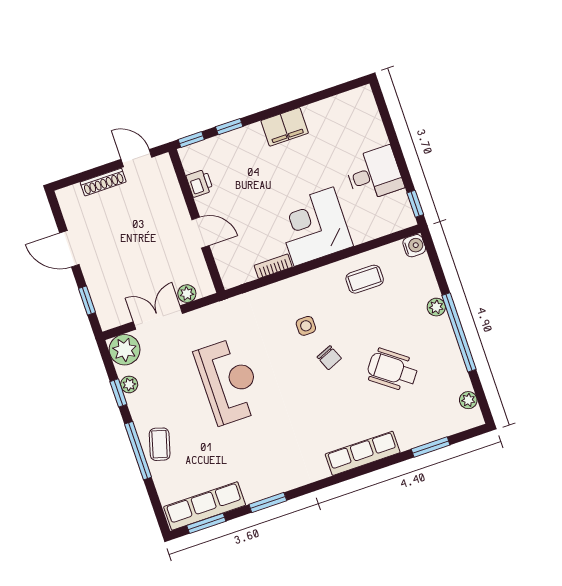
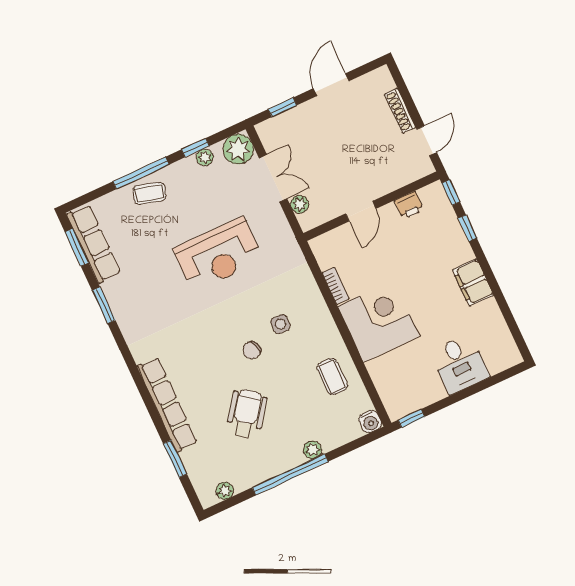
desk: (374, 174) -> (460, 364), moved
row of seats: (363, 453) -> (167, 405), width x1.36

